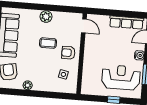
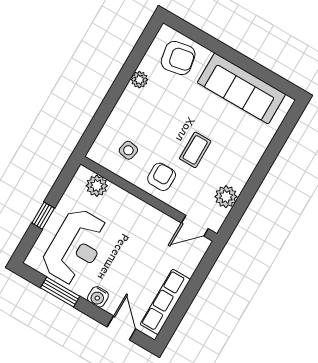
plant: (46, 17) -> (226, 197), moved
plant: (87, 81) -> (97, 186), added

